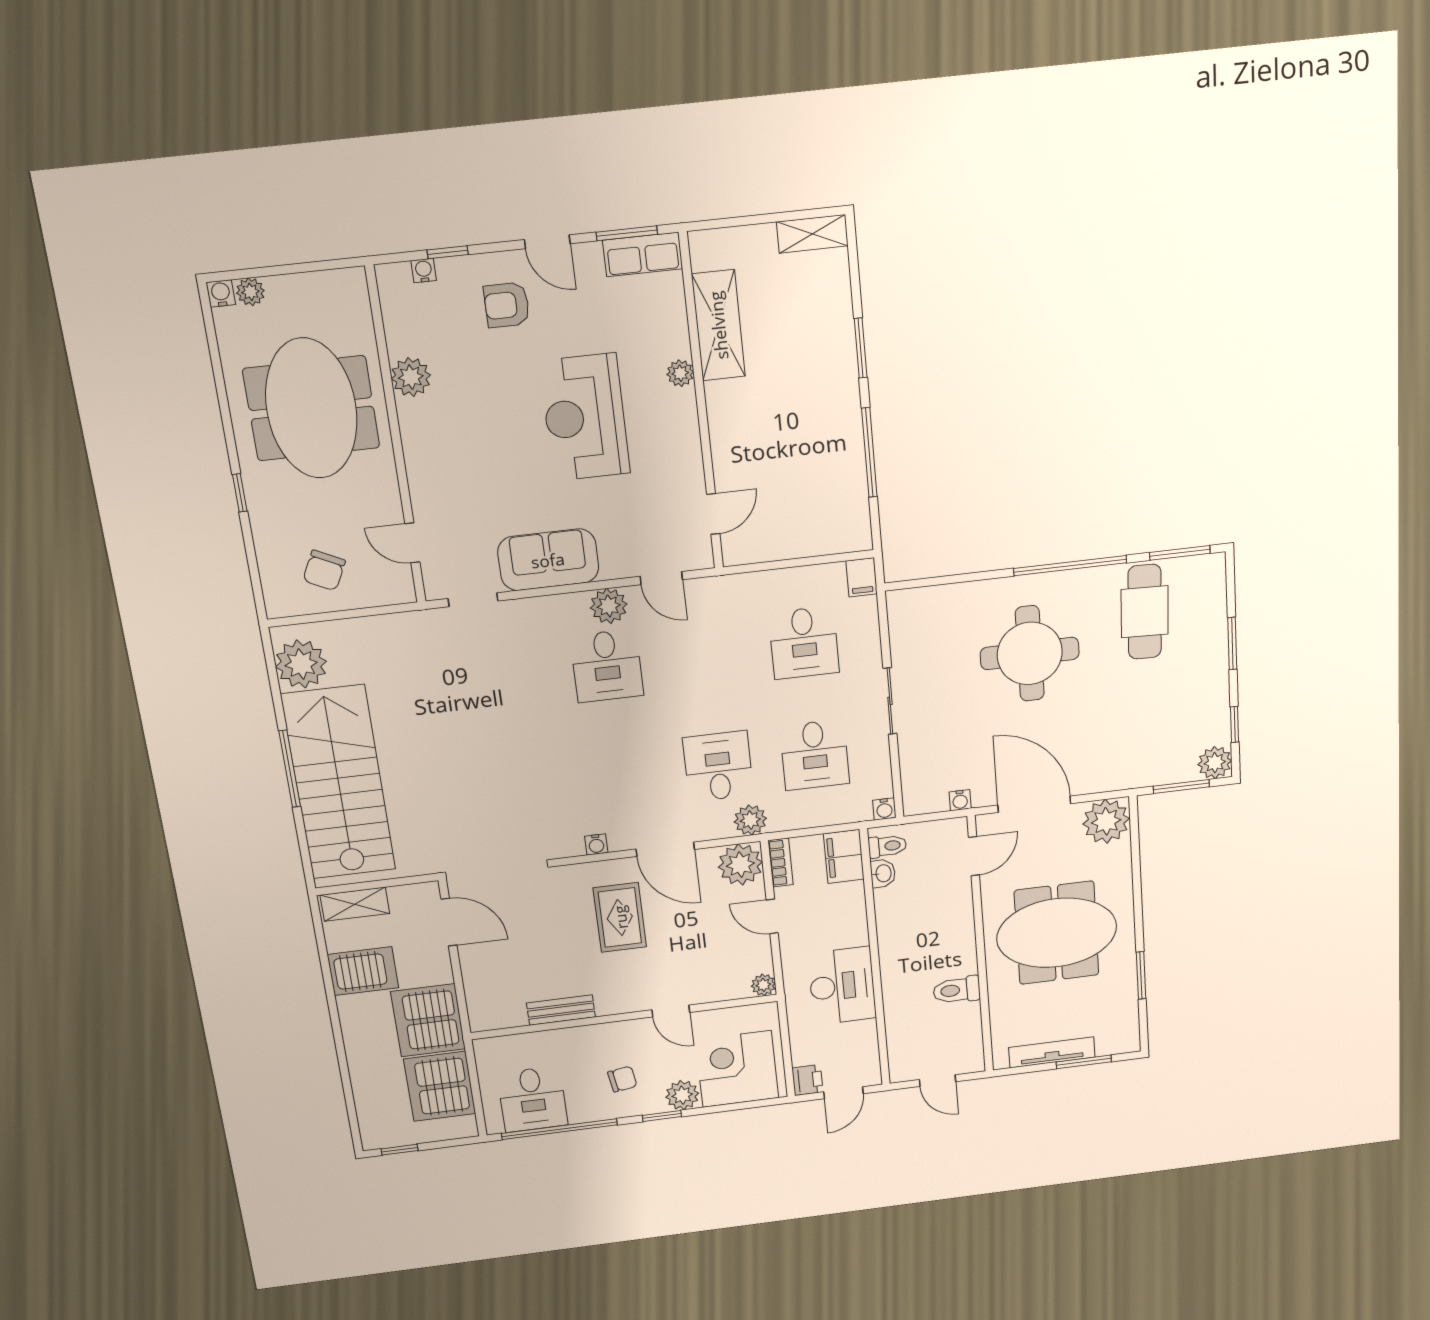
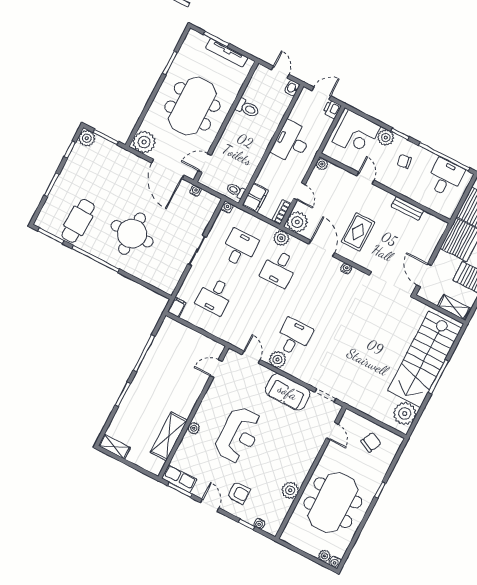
desk: (804, 643) -> (215, 296), turned 180
washbasin: (883, 873) -> (292, 88), moved
meeting table: (1057, 933) -> (192, 106), turned 90

